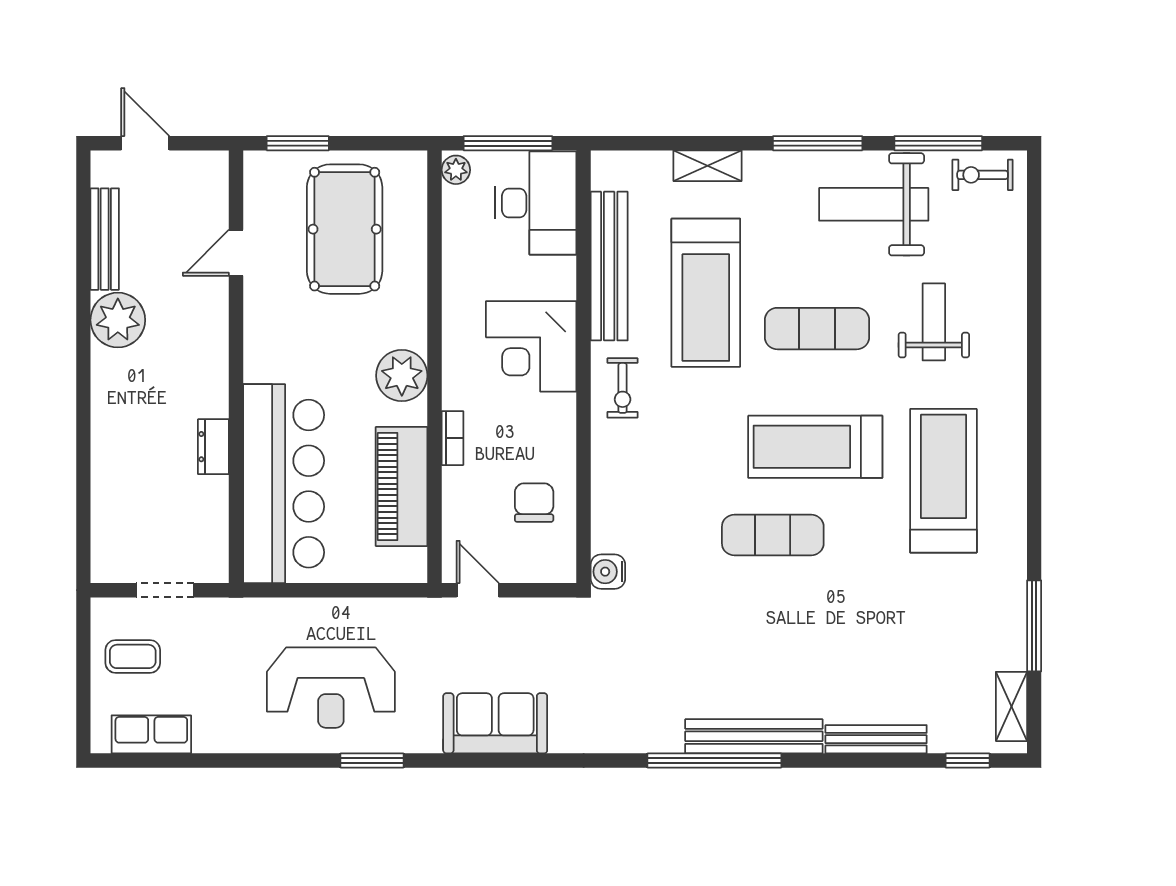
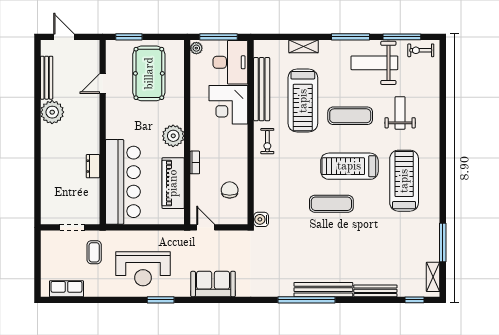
corner desk: (531, 346) -> (228, 105), moved
coffee table: (133, 656) -> (94, 252), moved, turned 90

